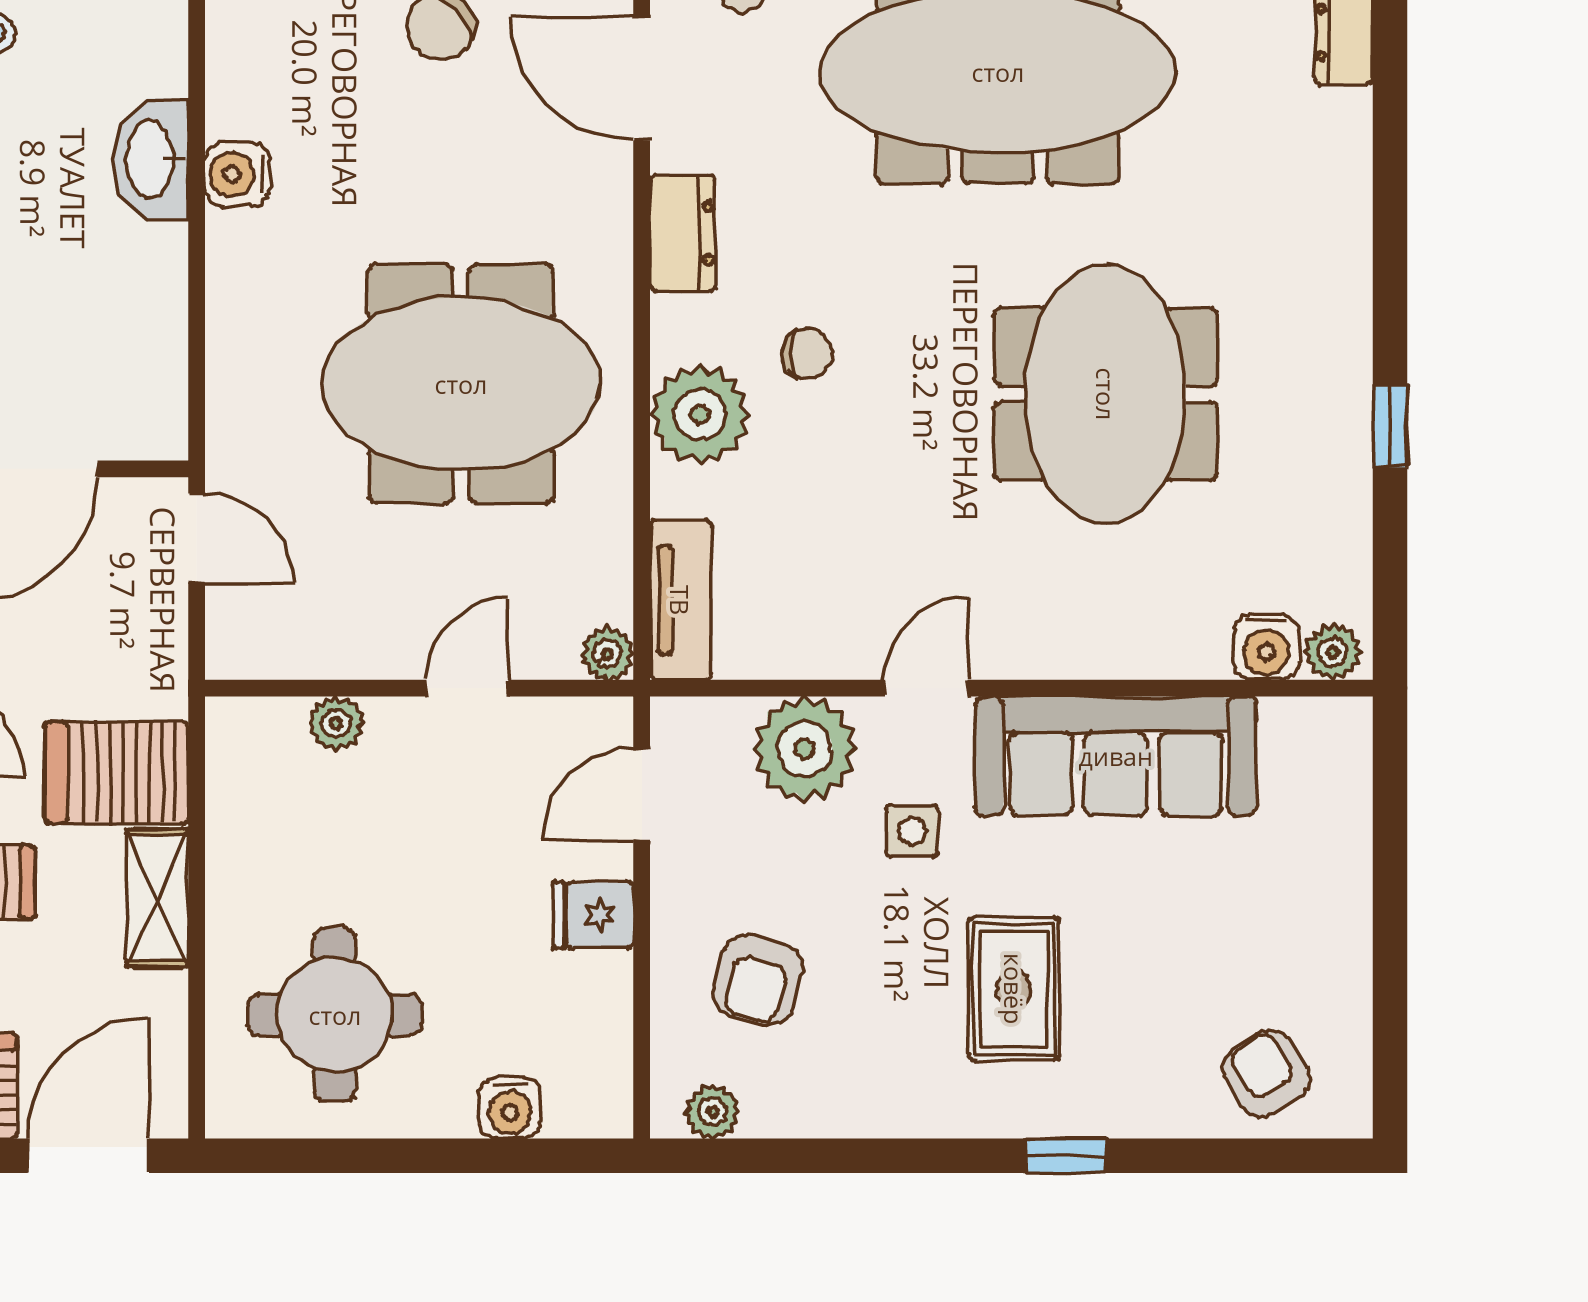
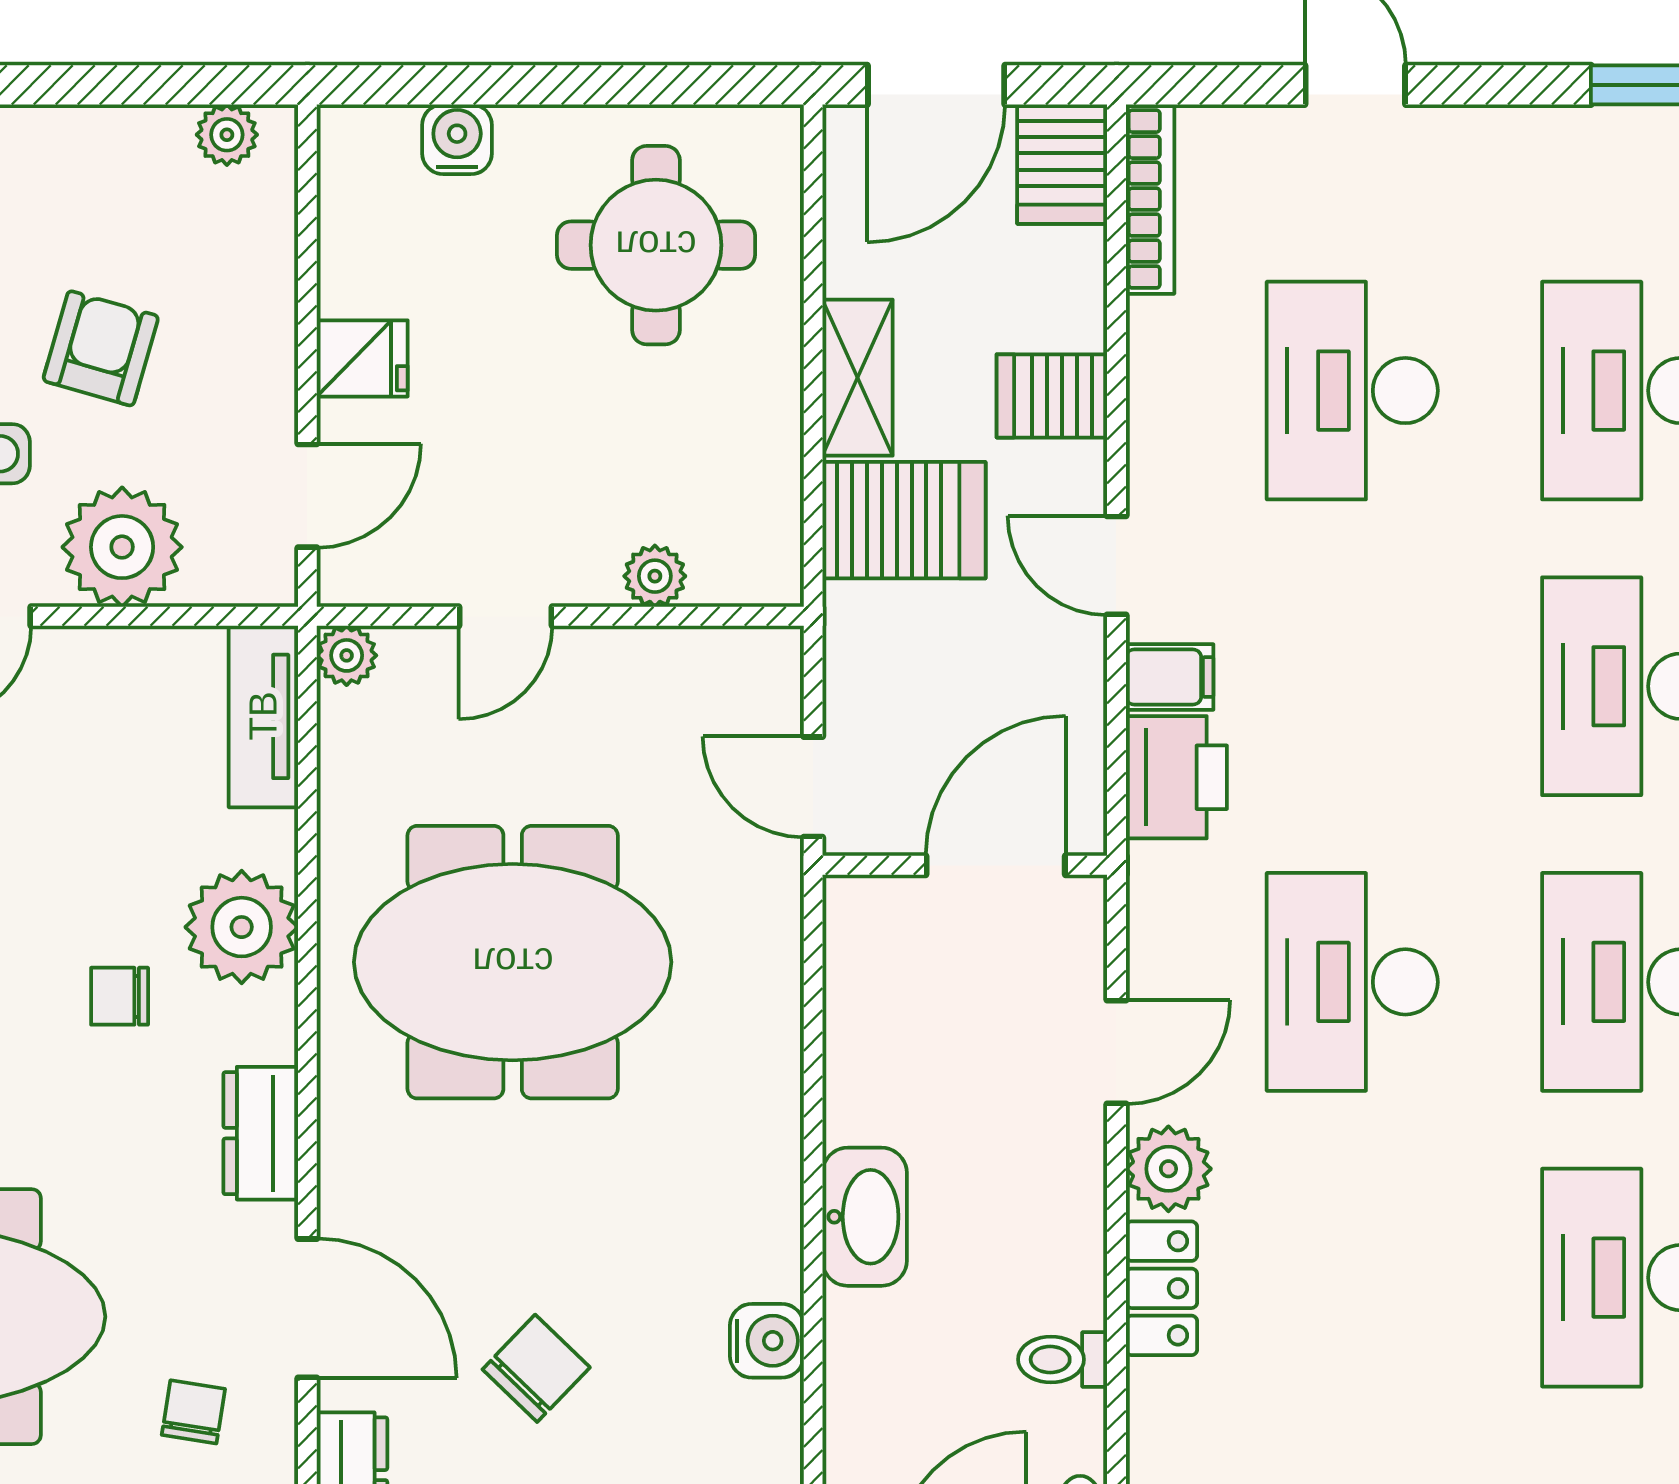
water cooler: (237, 174) -> (767, 1341), moved
armchair: (758, 980) -> (101, 348), moved

